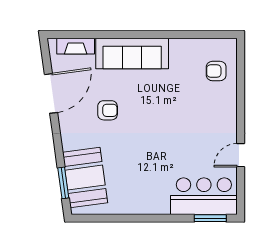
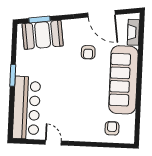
sofa: (132, 53) -> (123, 80), width x1.36, depth x1.27
bar counter: (204, 196) -> (27, 108), width x1.36
window: (210, 218) -> (13, 75), moved

